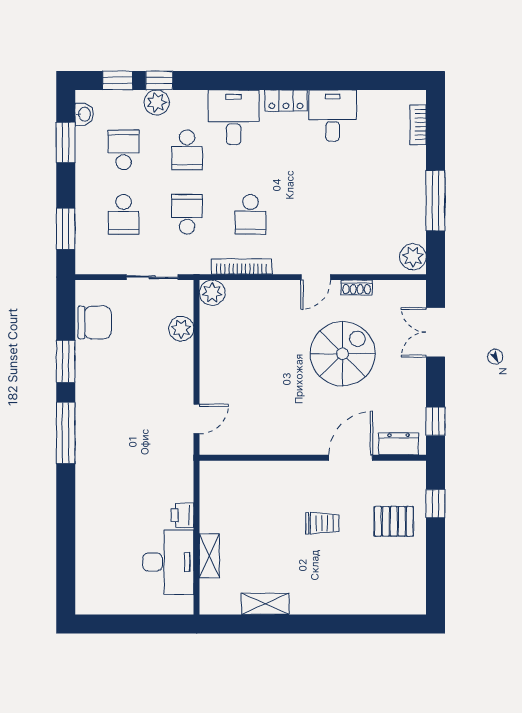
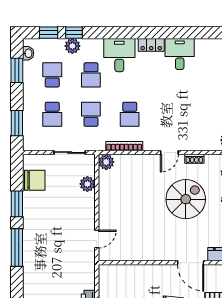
door: (351, 458) -> (191, 263), swing flipped

